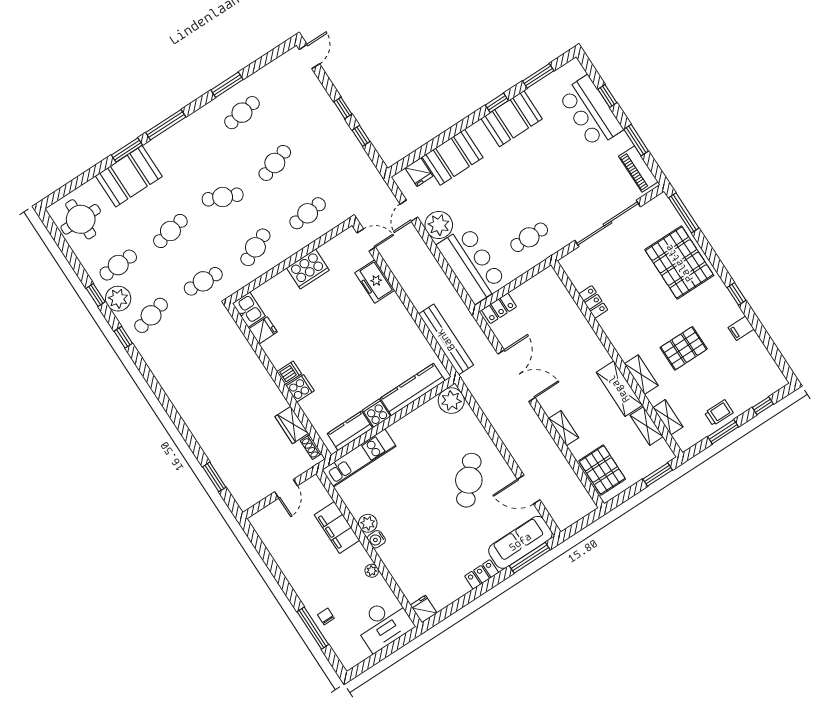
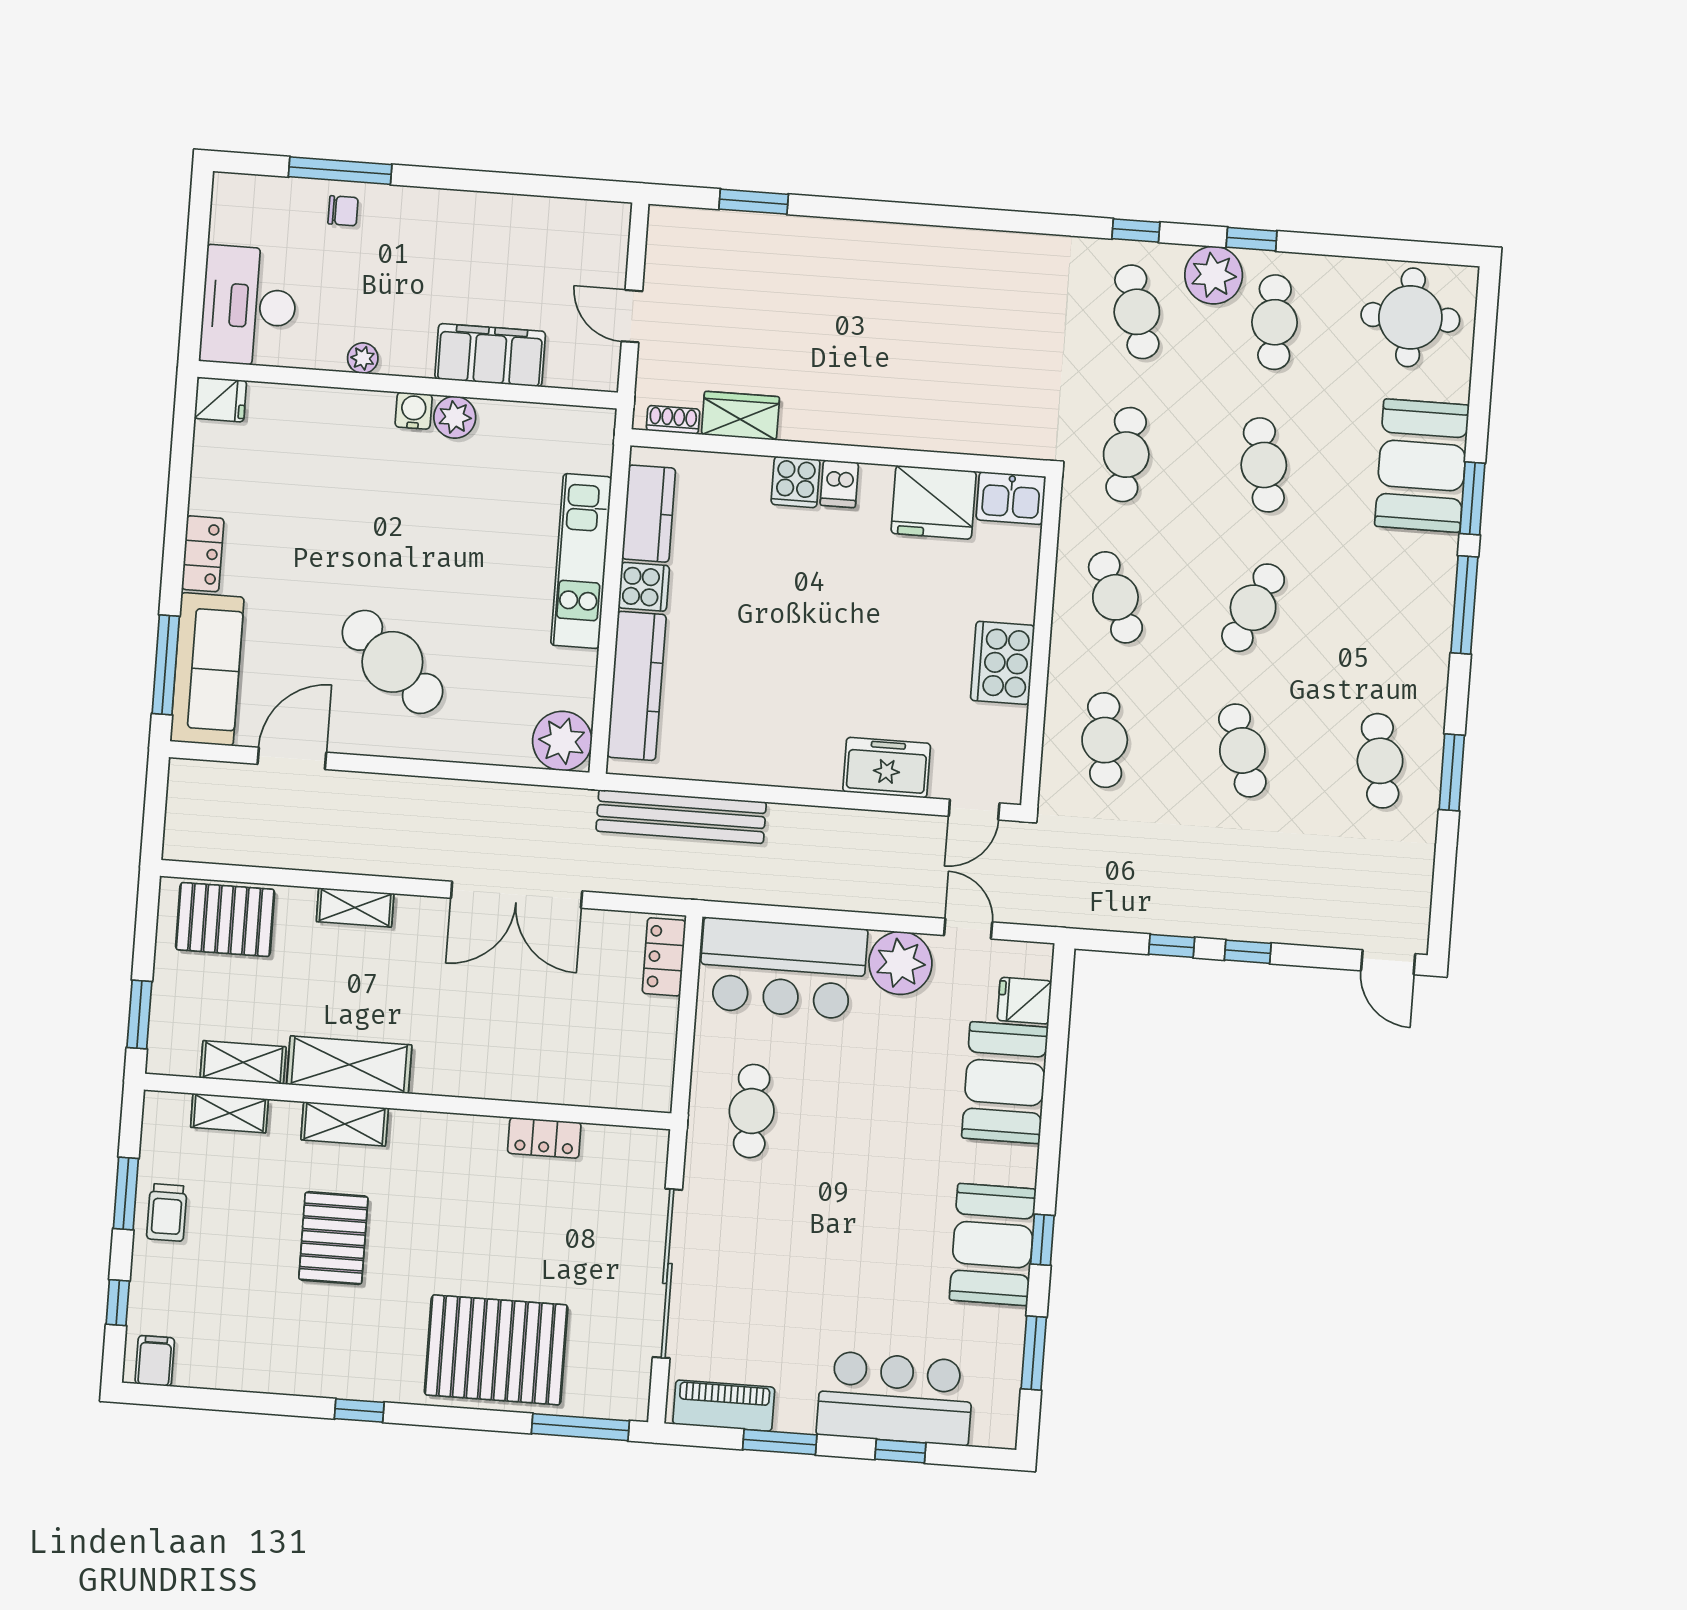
filing cabinet: (741, 328) -> (155, 1361), moved
fridge: (263, 330) -> (934, 502), width x1.88, depth x1.34
kitchen unit: (359, 458) -> (581, 561), moved

